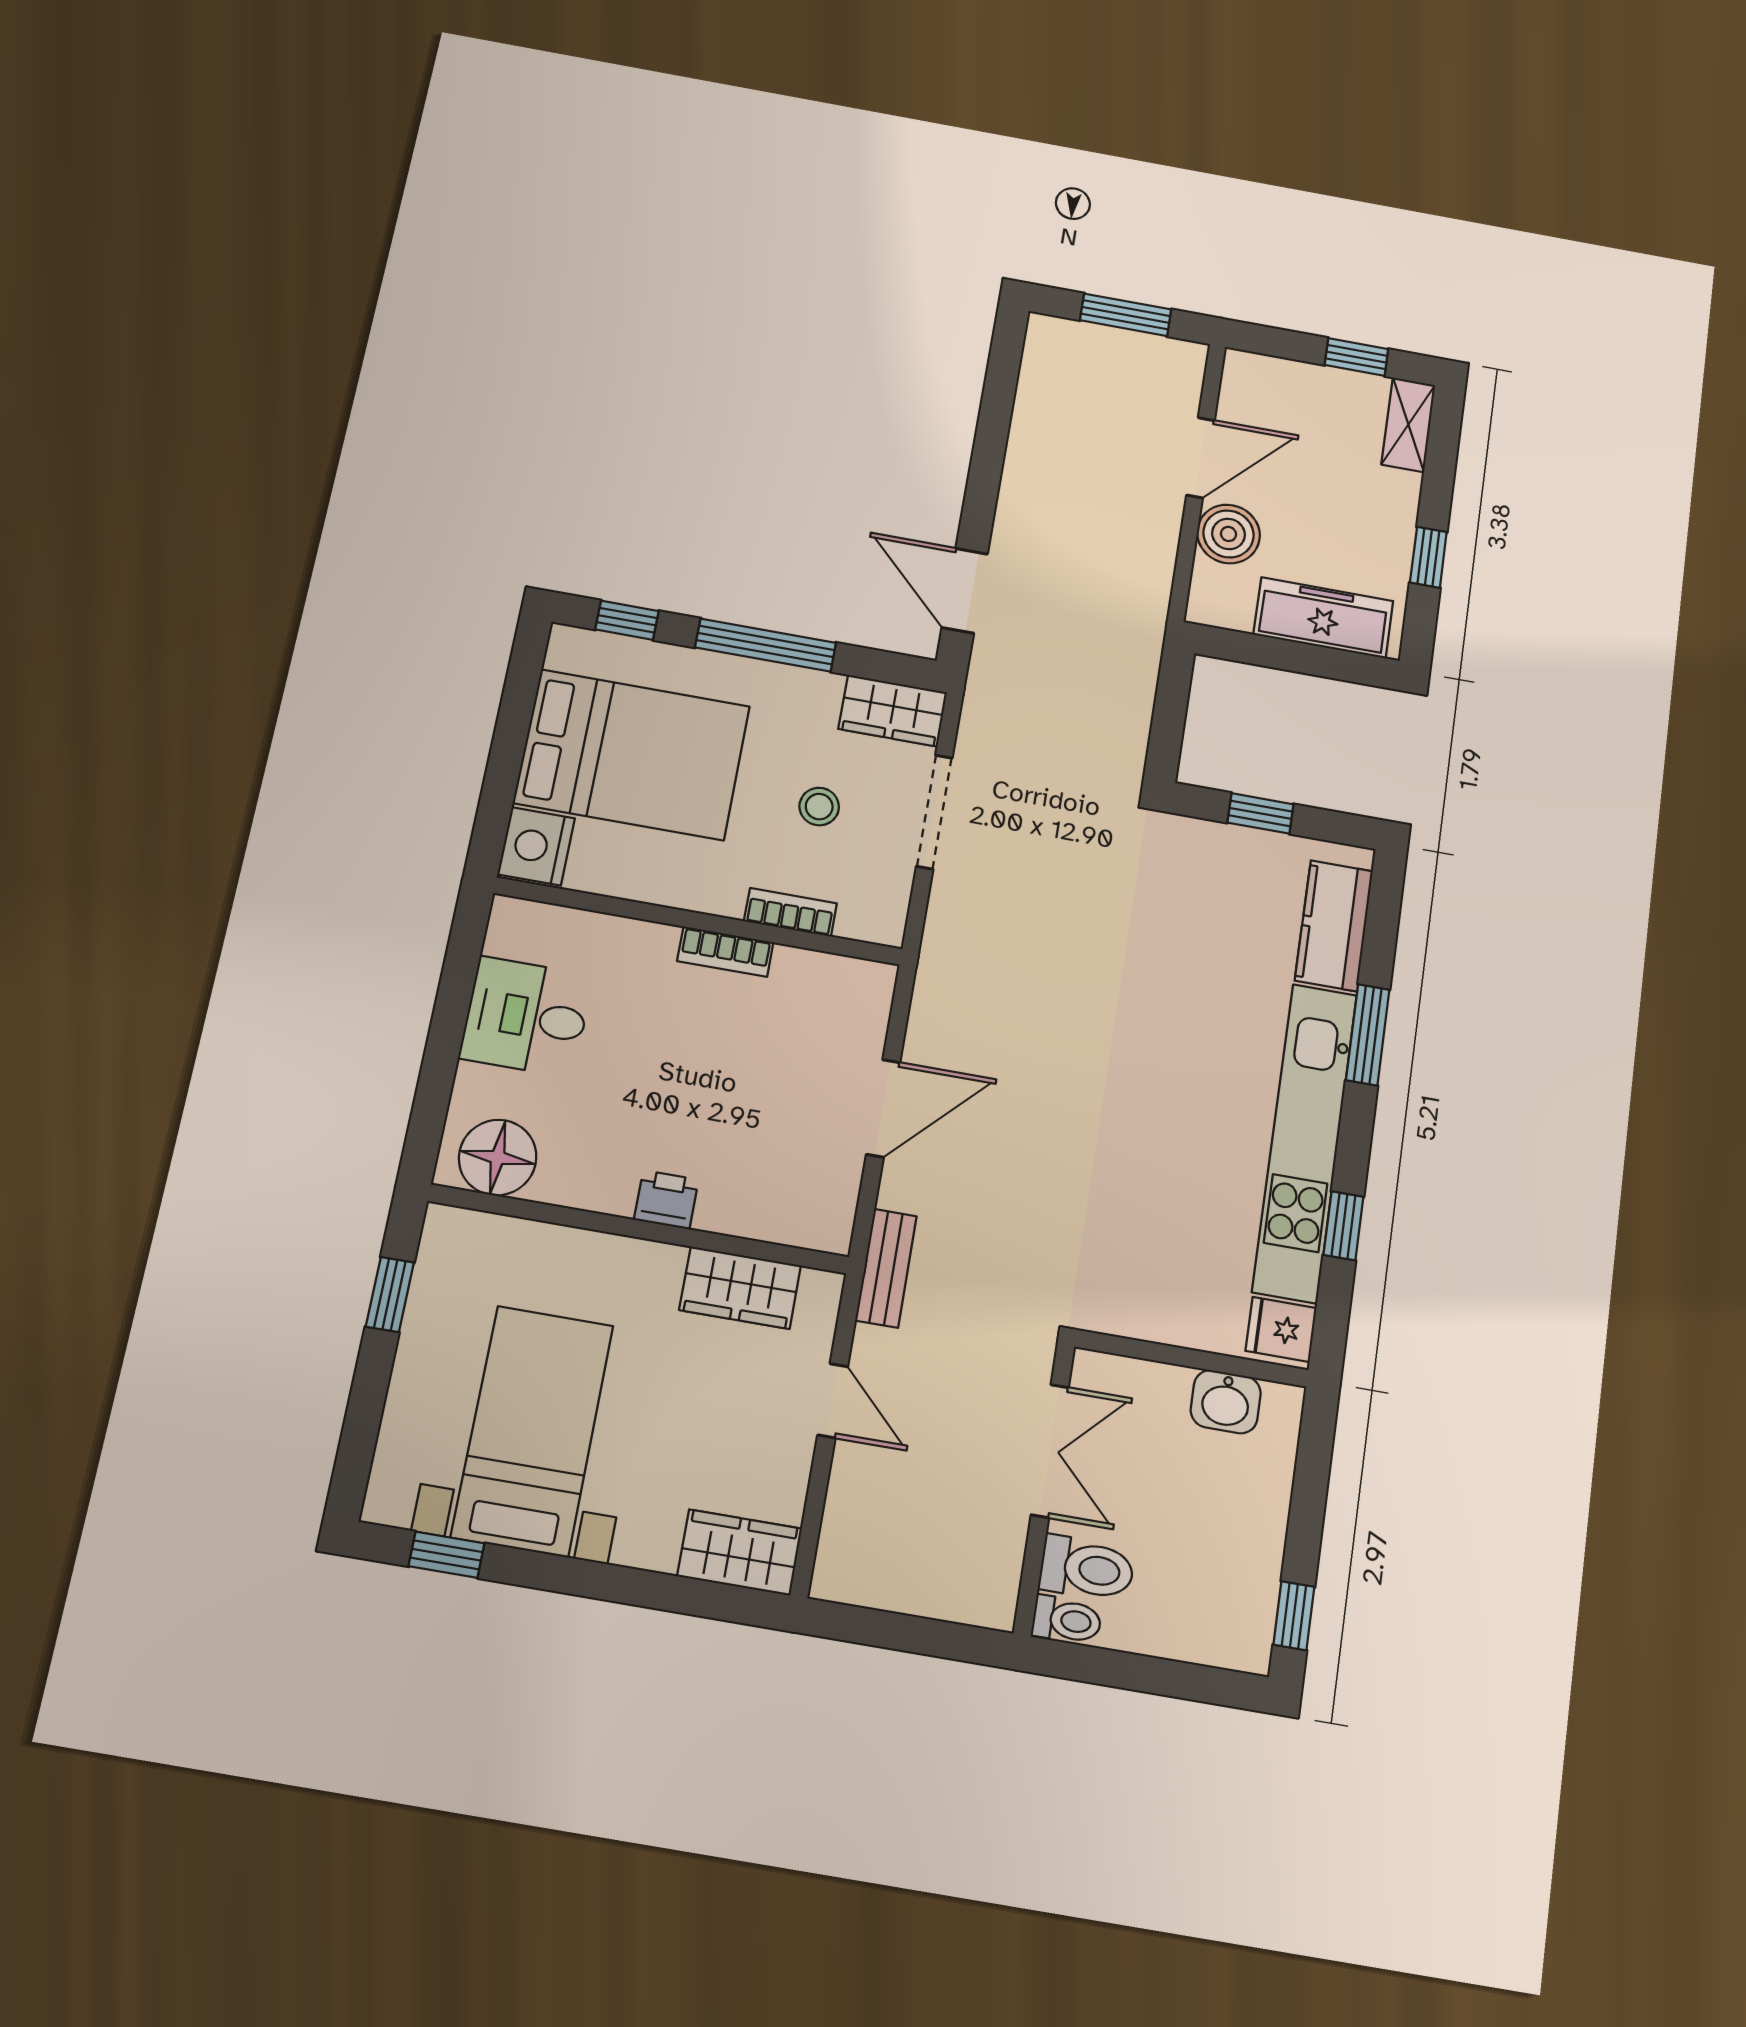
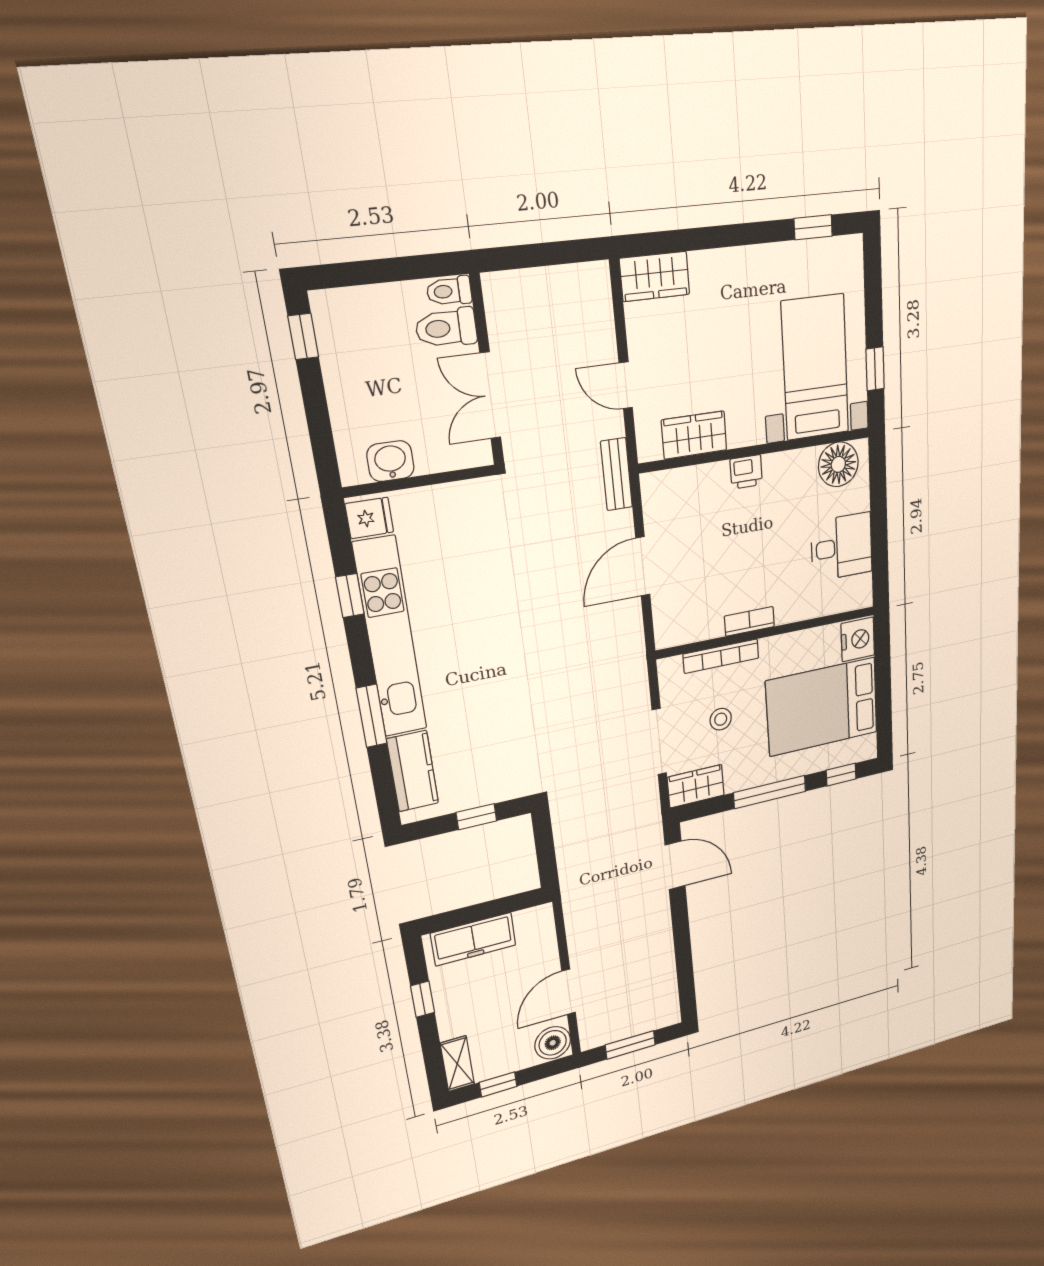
boiler: (1228, 534) -> (553, 1043), moved
bookcase: (790, 912) -> (721, 656), width x1.56
bed with nightstands: (533, 1431) -> (815, 368), moved, turned 180

